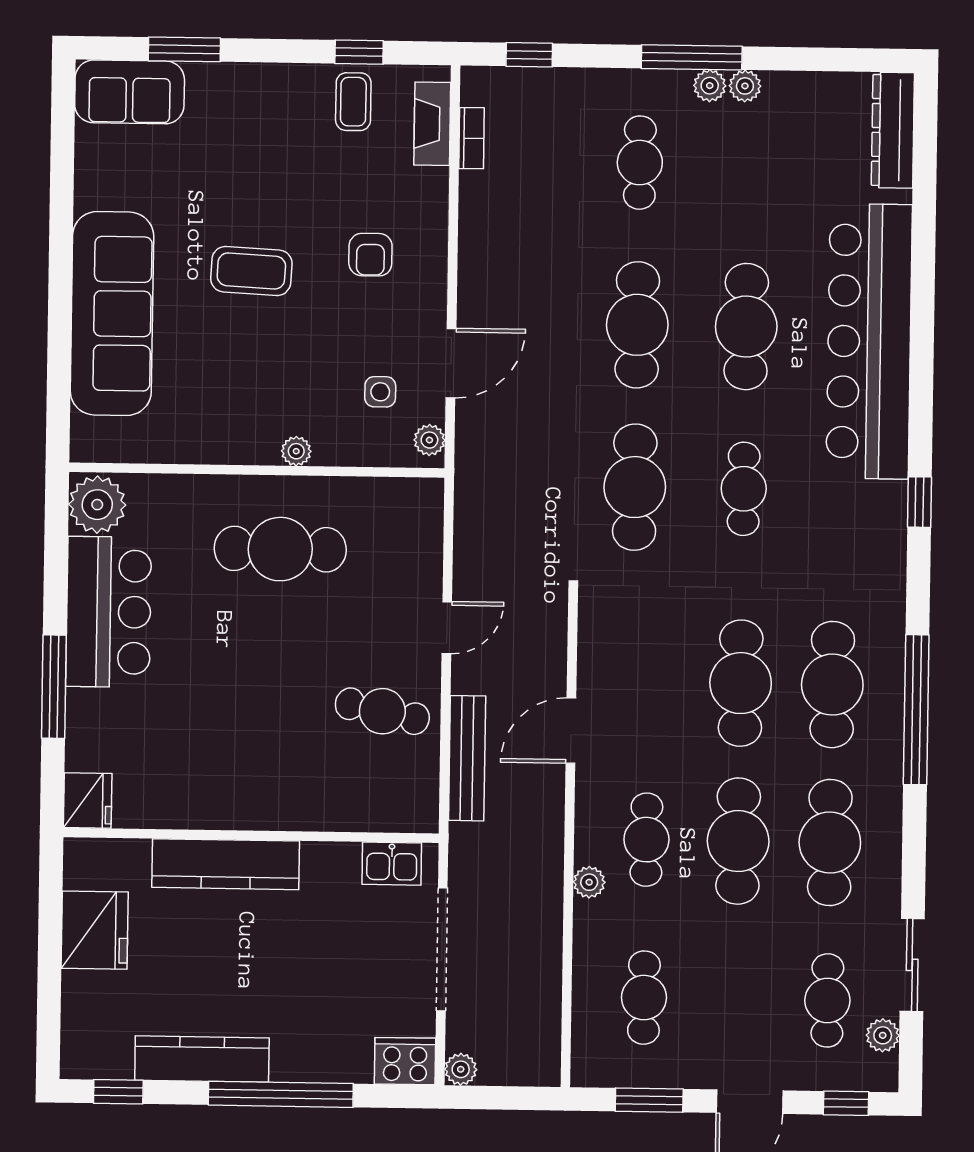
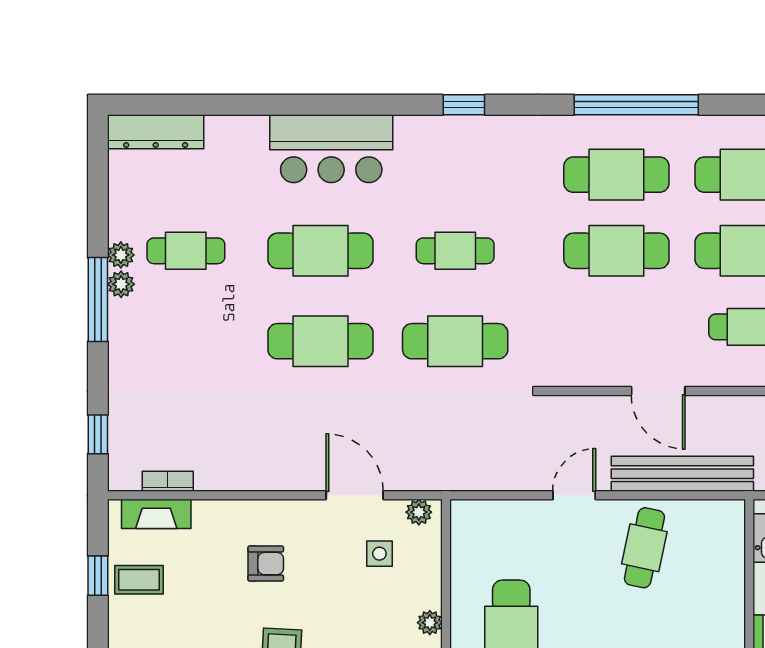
cafe table: (640, 163) -> (186, 251), moved
bar counter: (869, 341) -> (331, 149), width x0.54
door: (447, 628) -> (574, 495), hinge flipped
bench: (467, 758) -> (682, 474), width x1.37, depth x1.21

